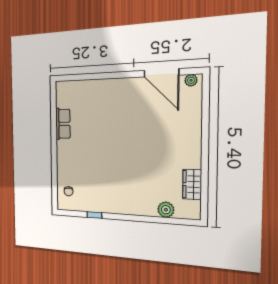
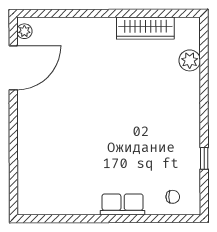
row of seats: (63, 124) -> (123, 204), moved
wardrobe: (192, 184) -> (145, 28), width x1.50

